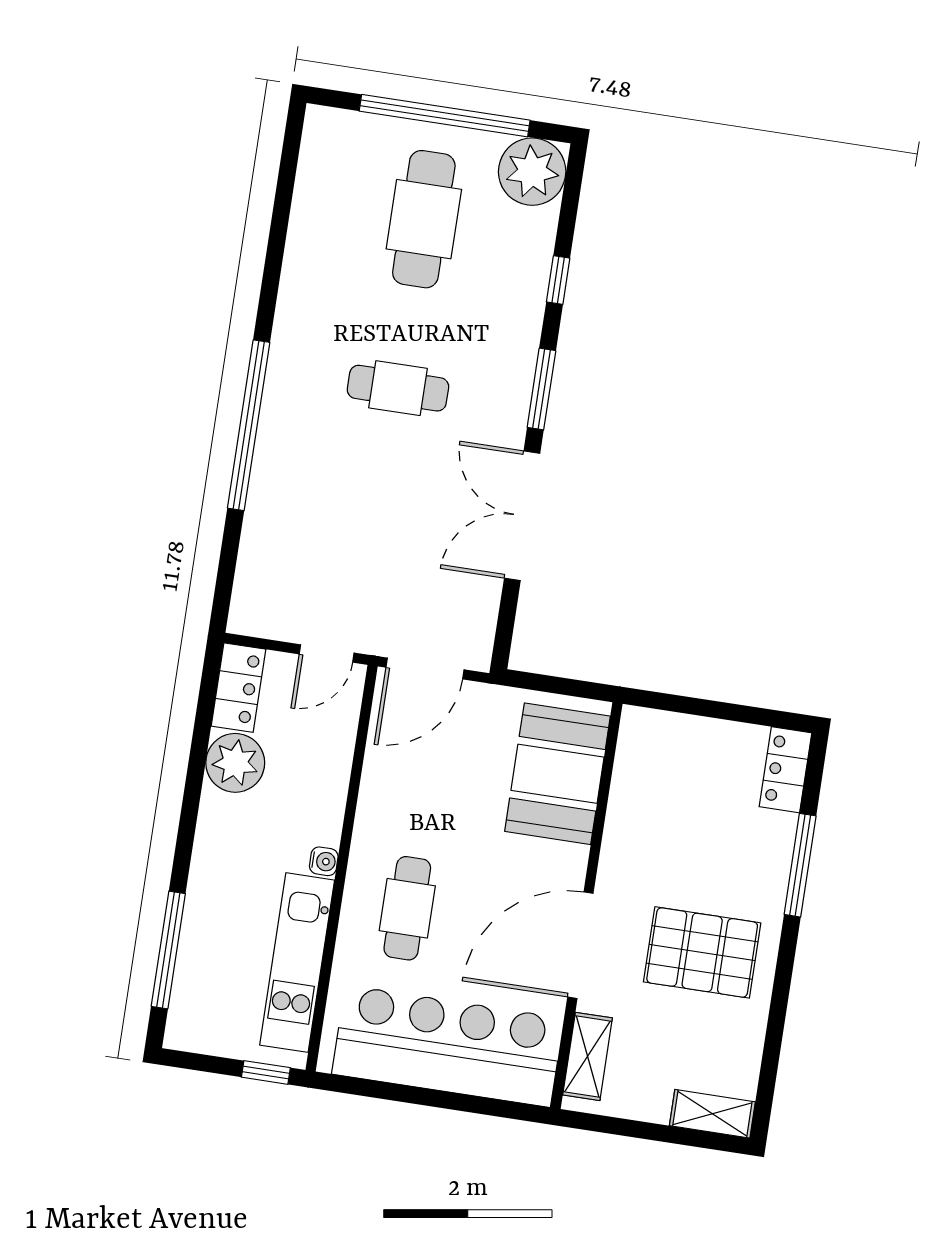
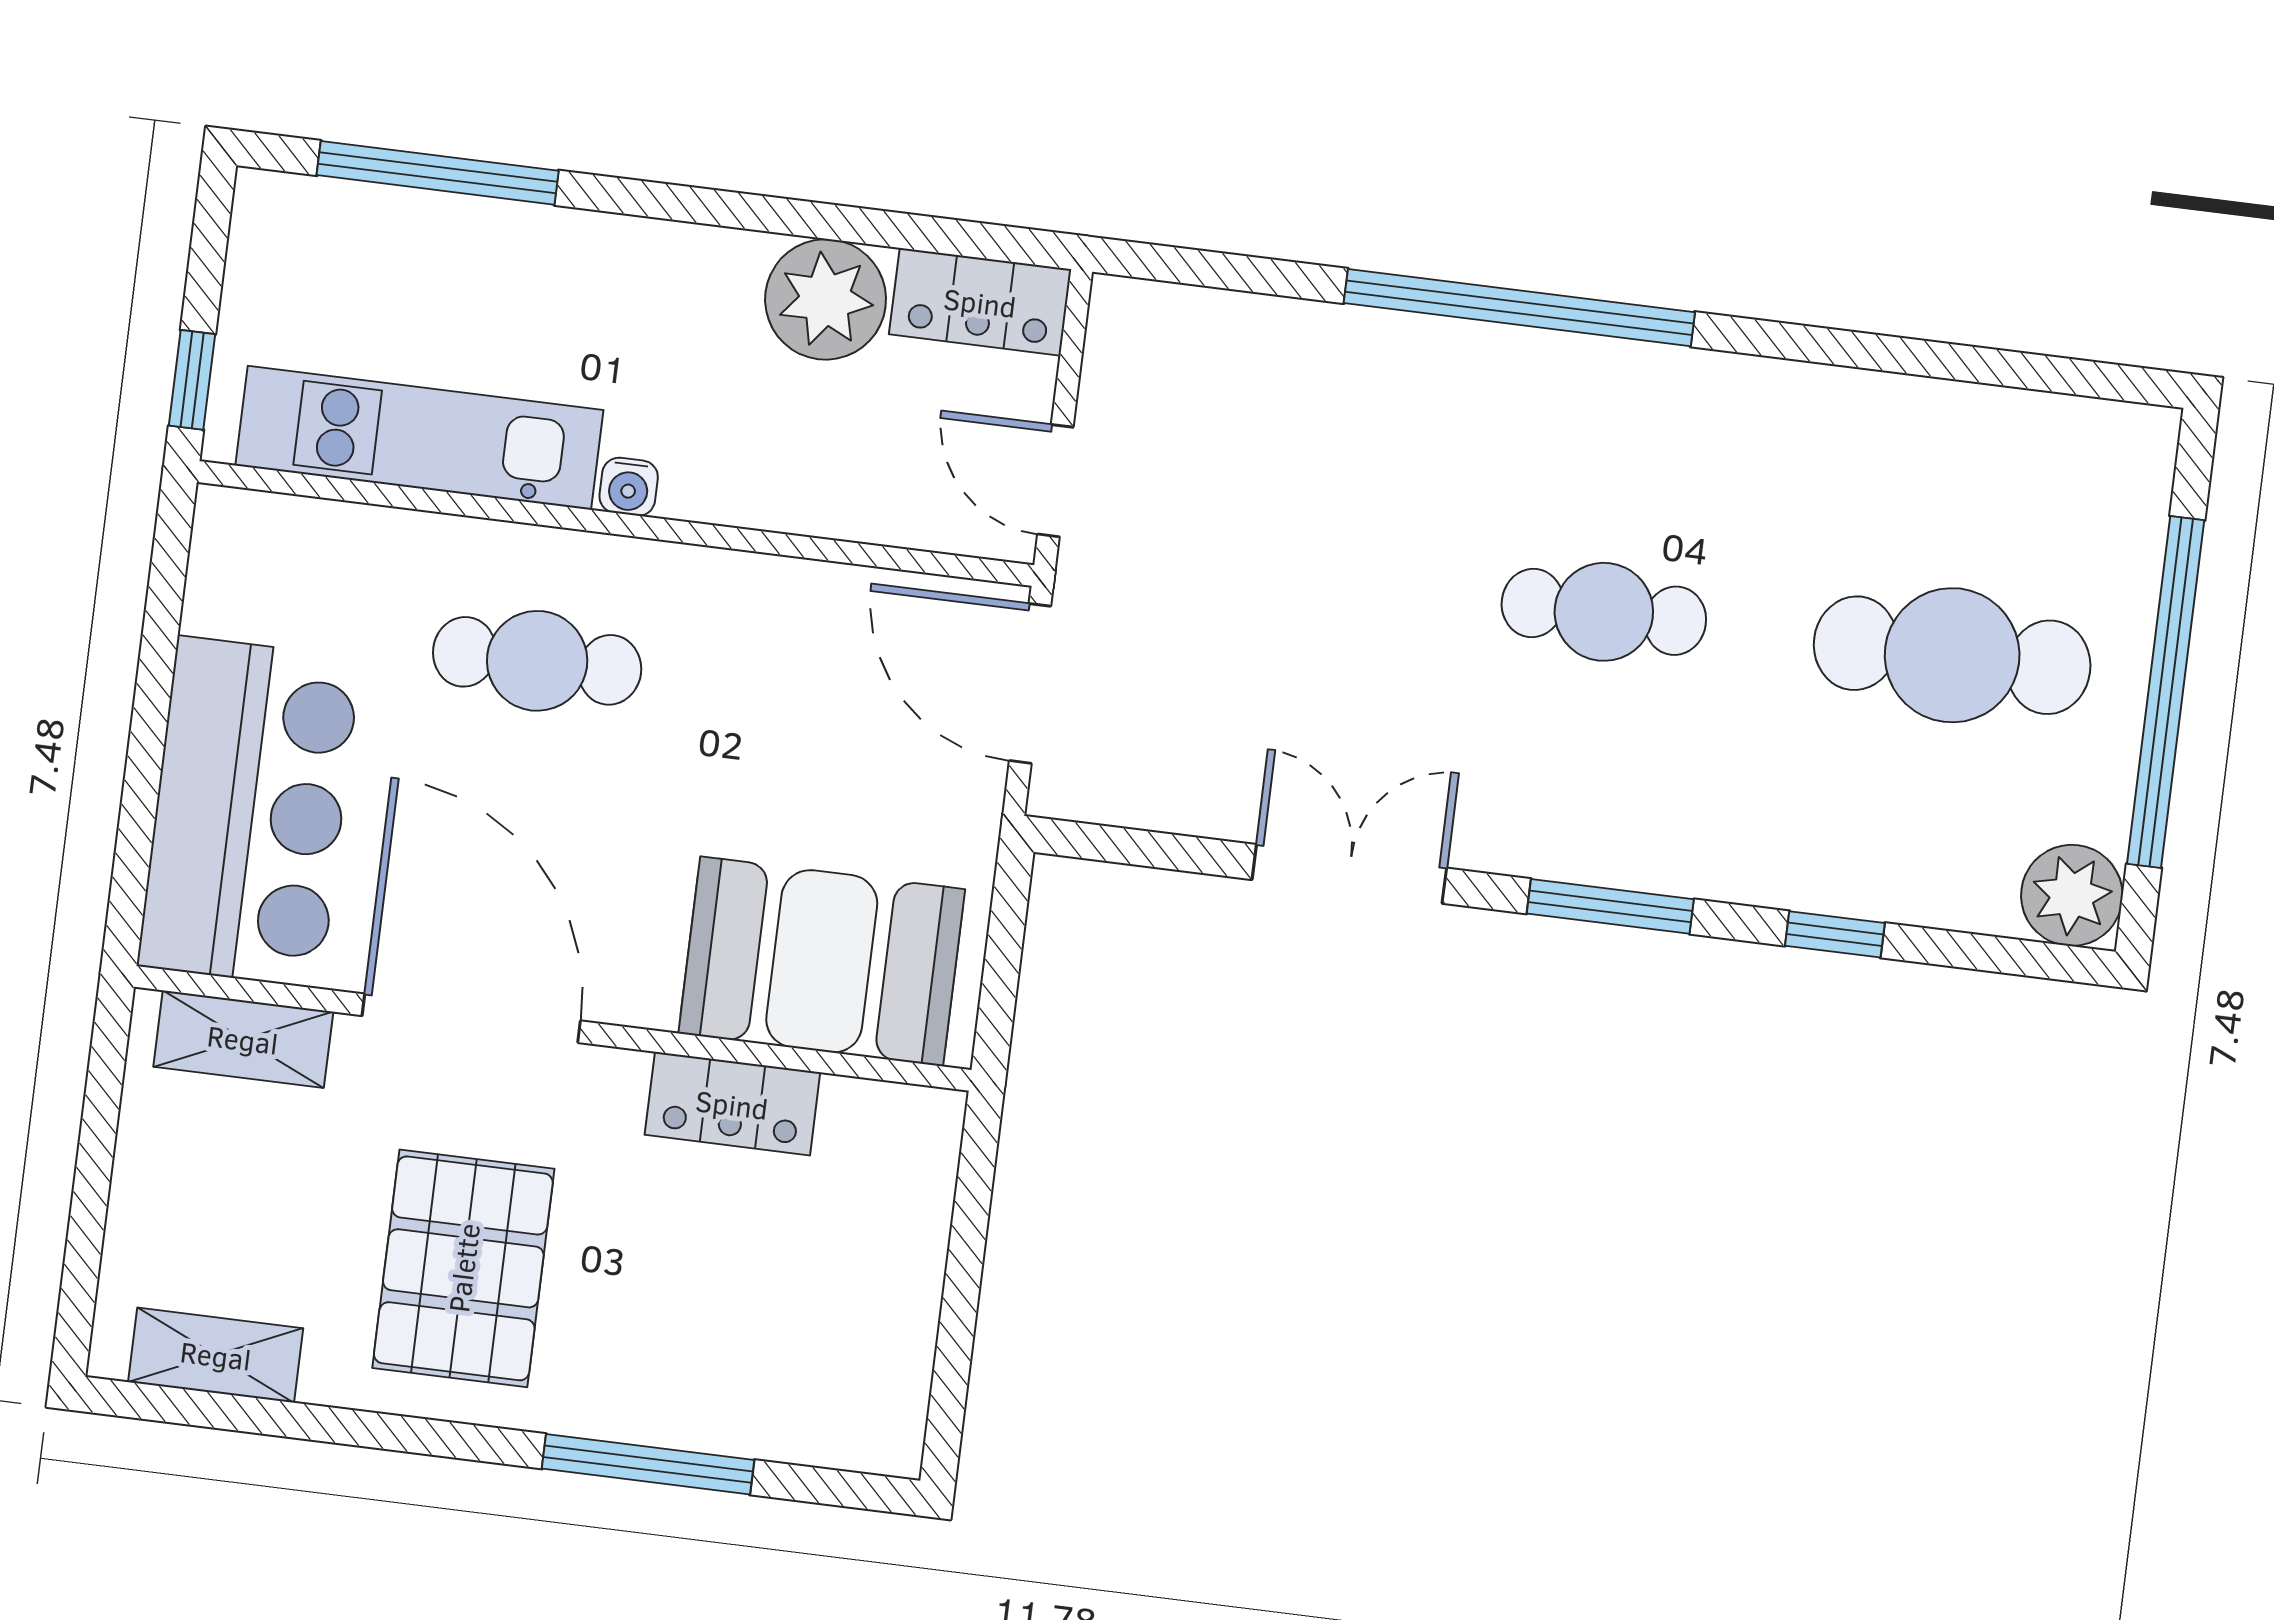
plant: (532, 172) -> (2072, 895), width x0.73, depth x0.73
cafe table: (398, 388) -> (1604, 612), turned 90
double door: (522, 516) -> (1349, 874), width x0.73
locker: (785, 770) -> (732, 1104), moved, turned 180
bar counter: (448, 1046) -> (249, 812), width x0.73
shelving: (712, 1114) -> (216, 1355), moved, turned 90

